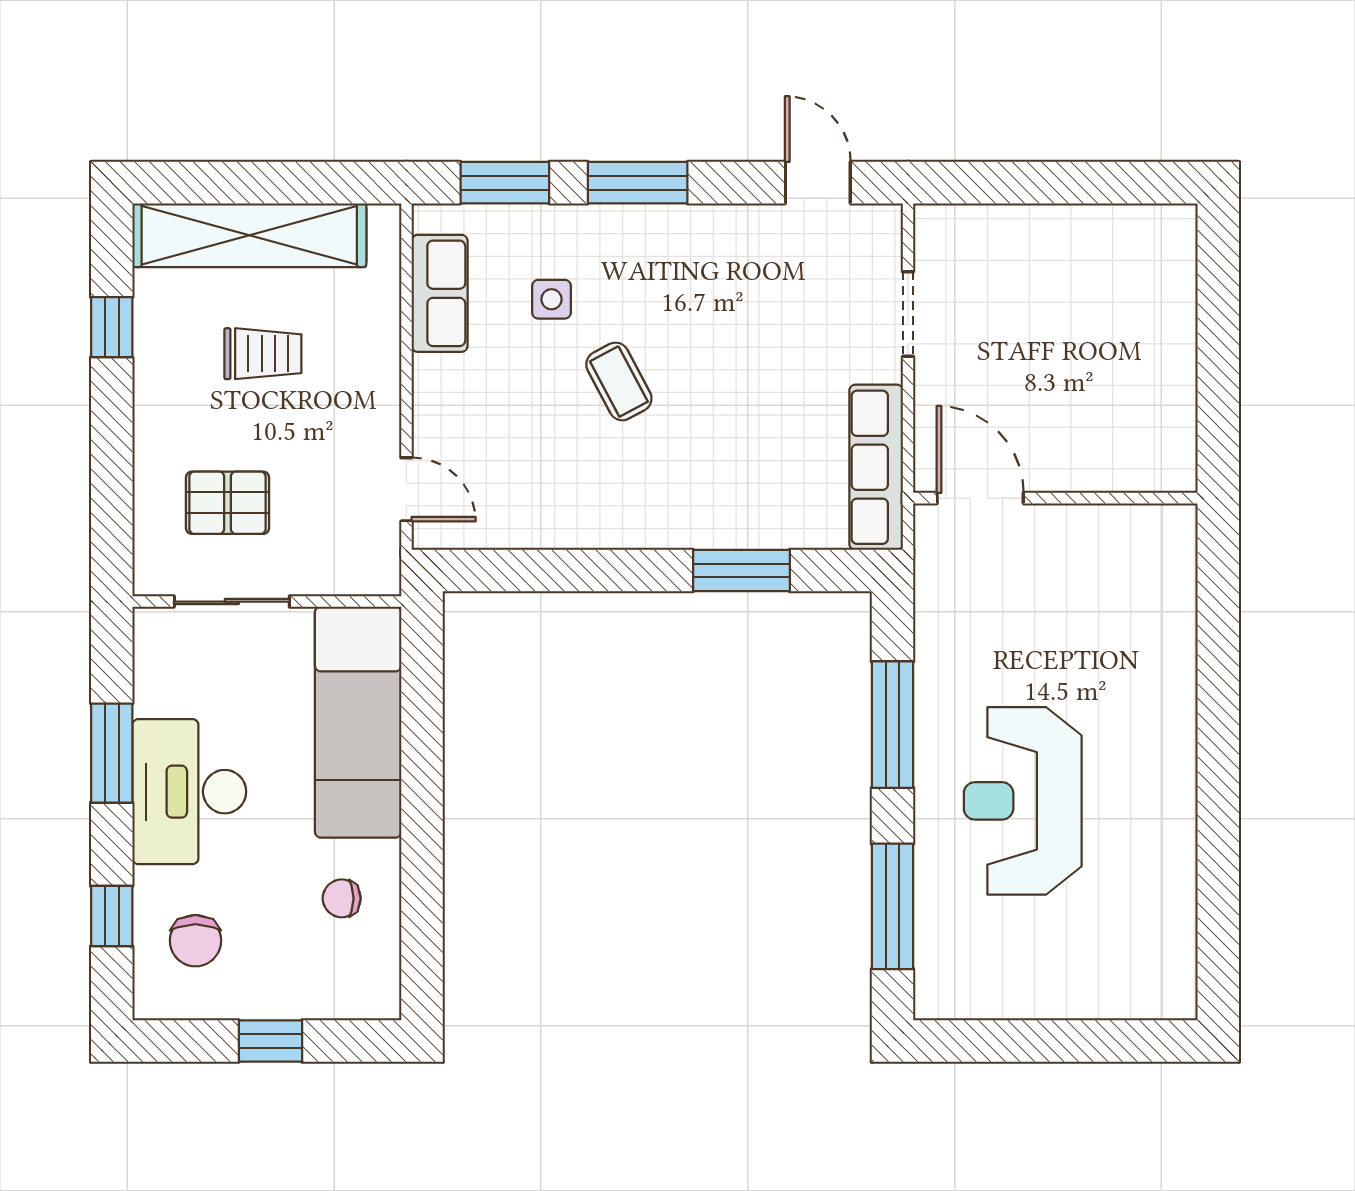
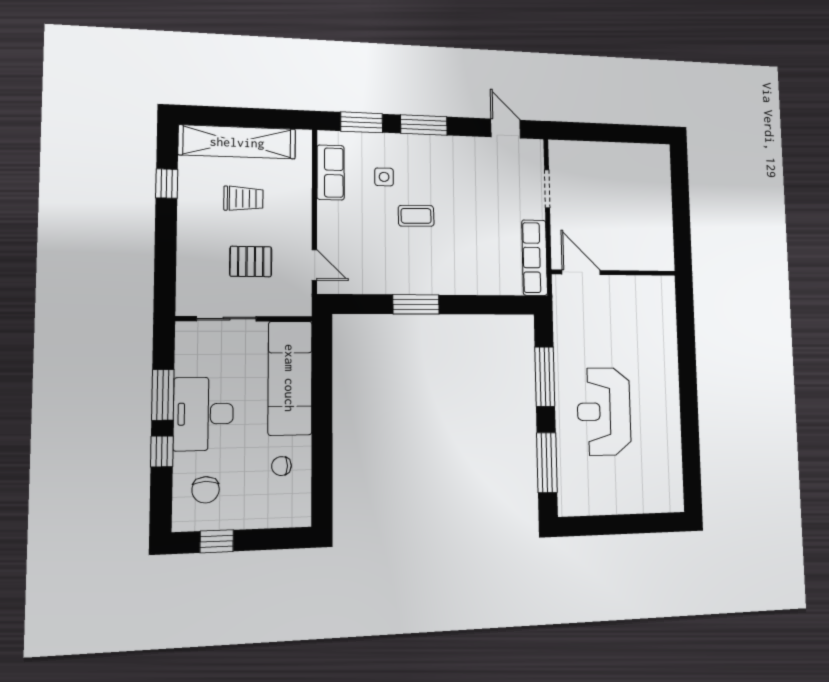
coffee table: (619, 381) -> (416, 216), turned -63
pallet: (228, 503) -> (251, 262), moved
window: (741, 570) -> (416, 304), moved
window: (112, 916) -> (162, 451), moved
window: (270, 1041) -> (217, 541), moved

